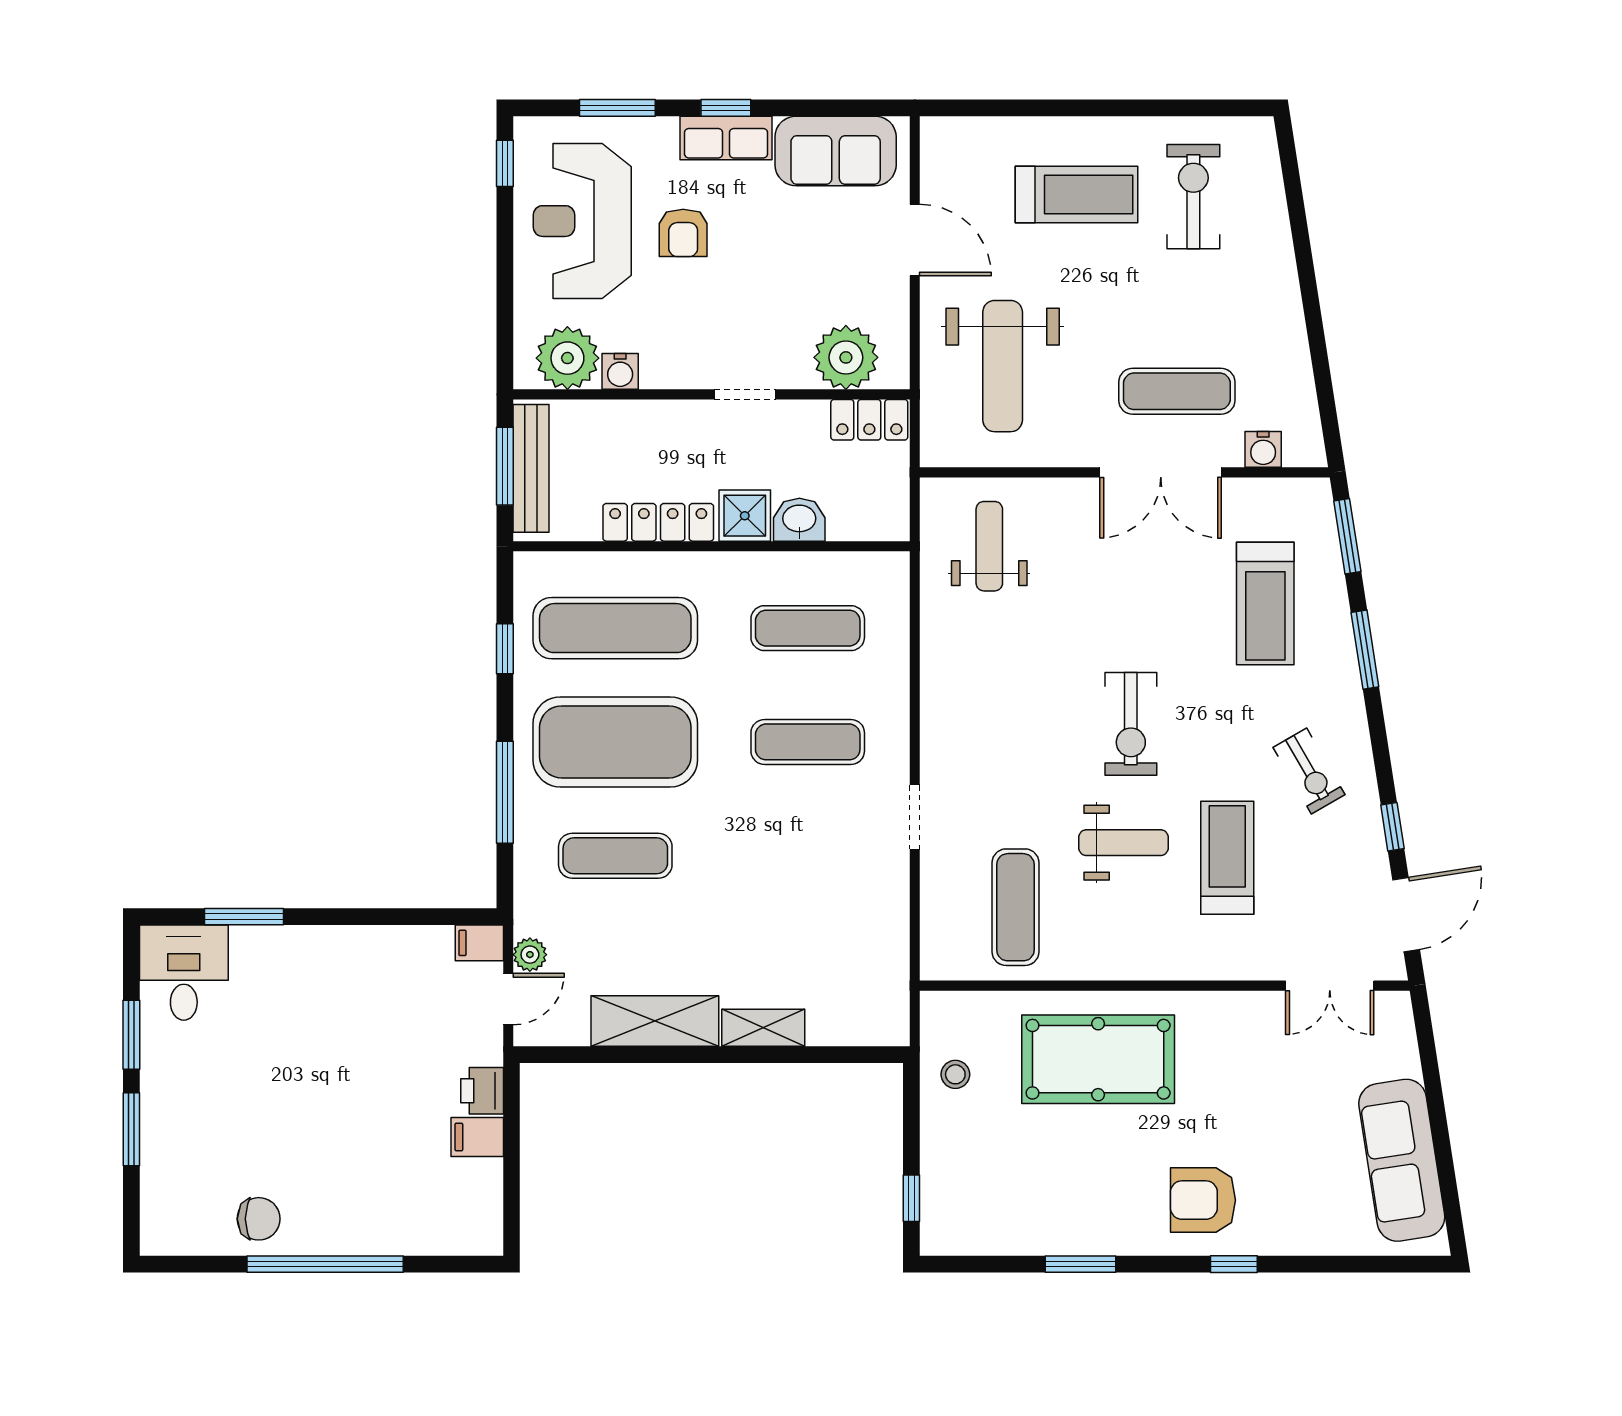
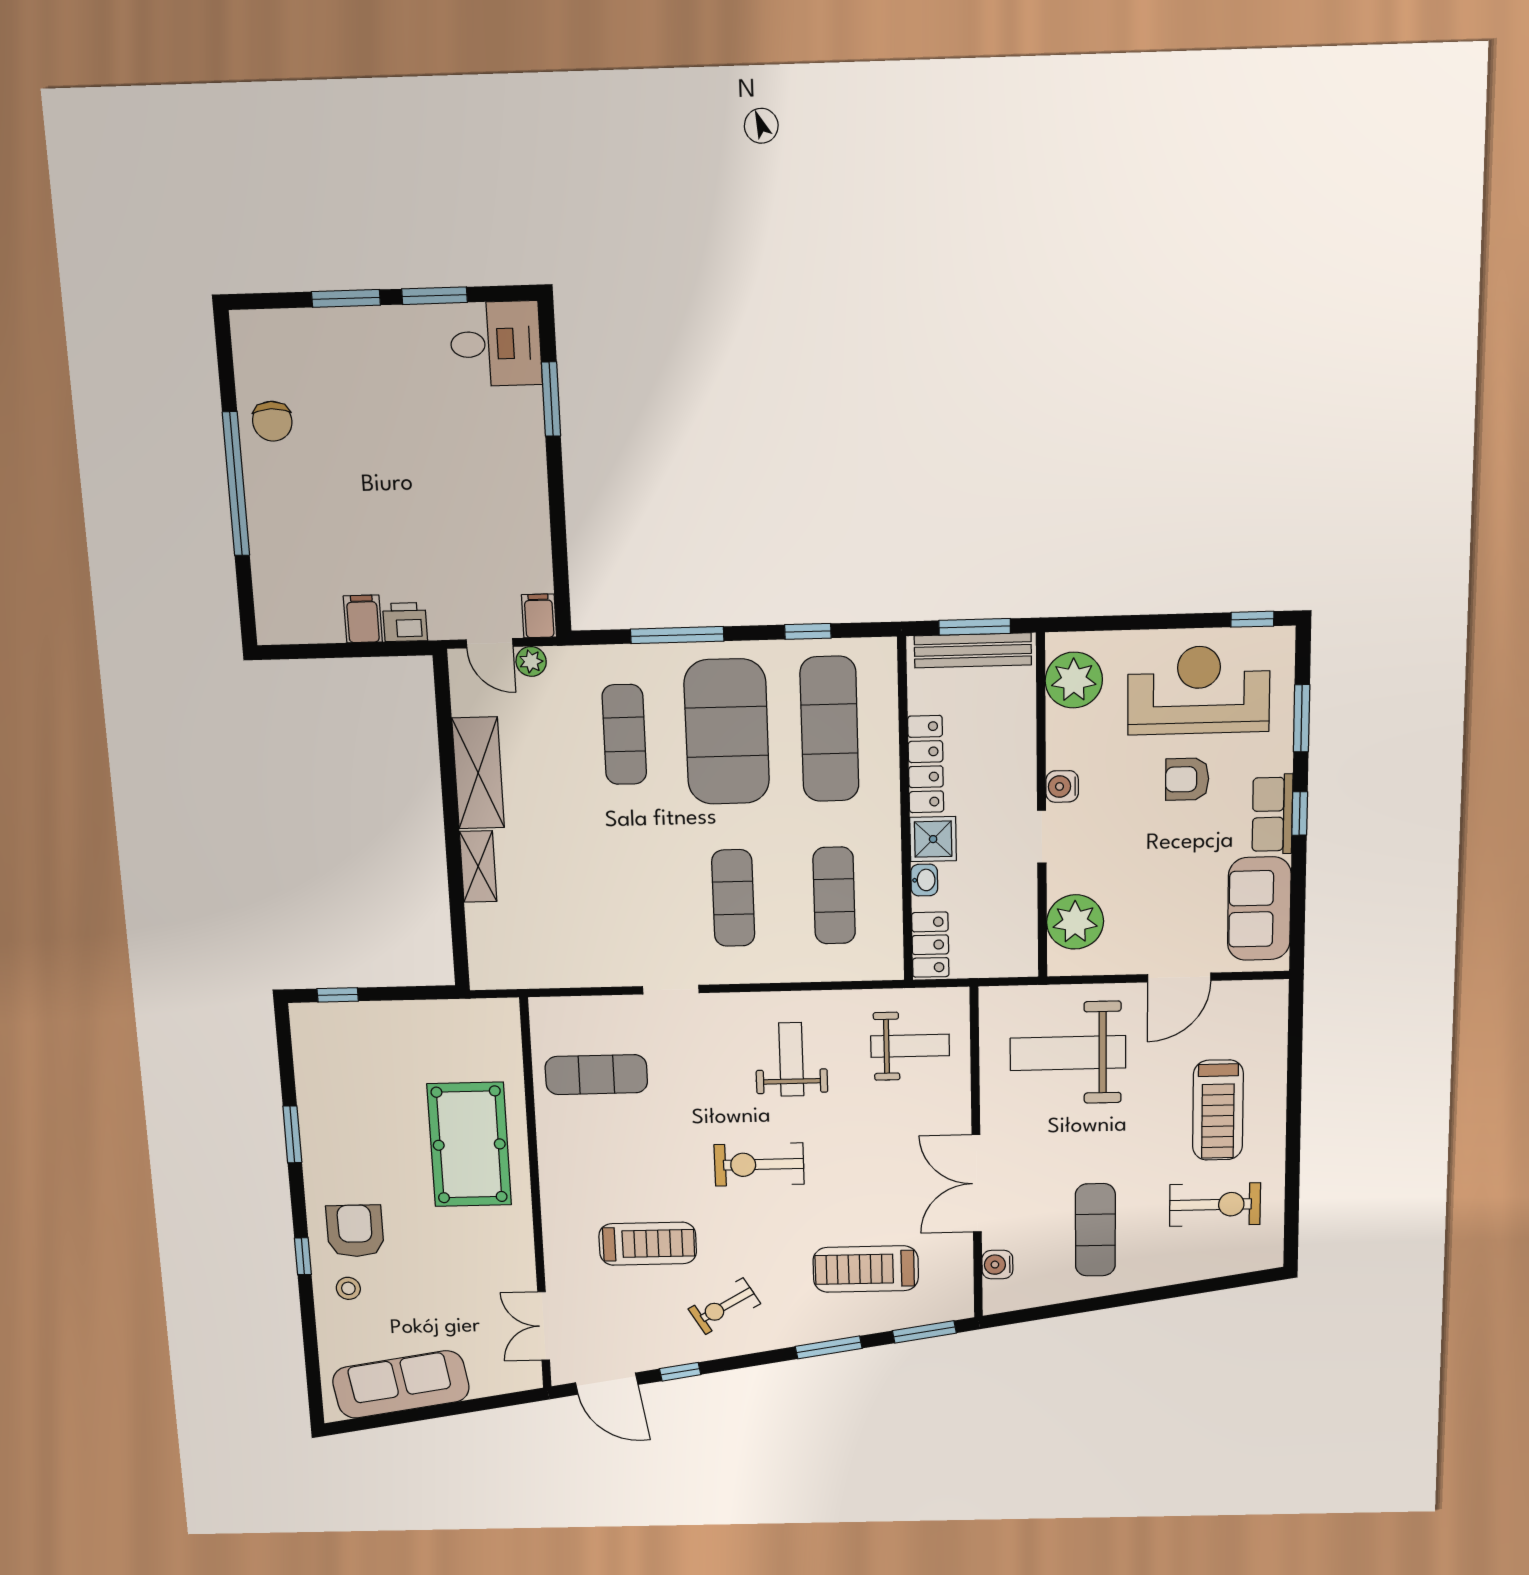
water cooler: (620, 371) -> (1062, 786), moved
exercise mat: (1177, 391) -> (1095, 1230), moved
locker: (869, 420) -> (930, 945), moved, turned 180
washbasin: (799, 520) -> (924, 880), width x0.72, depth x0.69
weight bench: (1123, 843) -> (791, 1059), moved, turned 180
stool: (955, 1074) -> (348, 1288), moved

